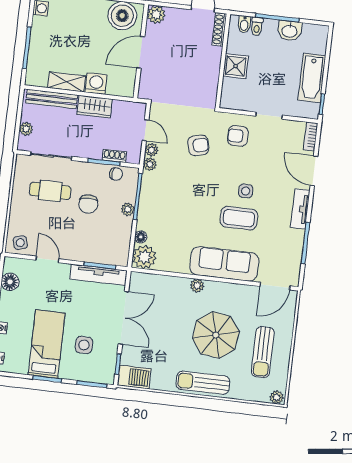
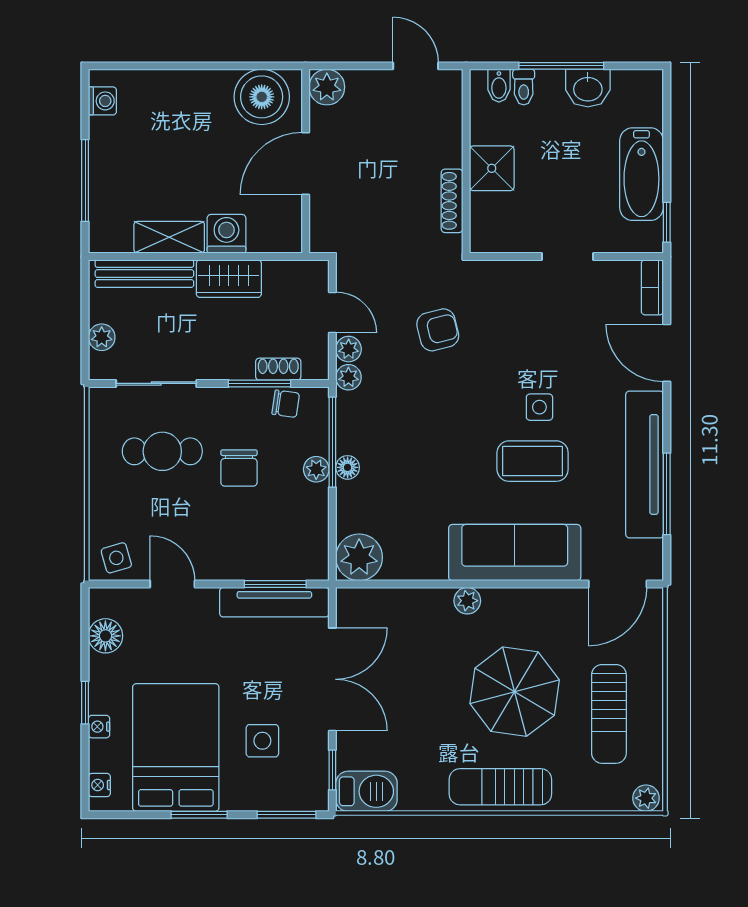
shoe rack: (219, 30) -> (452, 201), moved
armchair: (238, 136) -> (512, 303), removed
tv unit: (300, 209) -> (645, 464), width x1.92, depth x1.29
floor lamp: (141, 237) -> (348, 467), moved
bed: (47, 344) -> (176, 747), width x1.50

